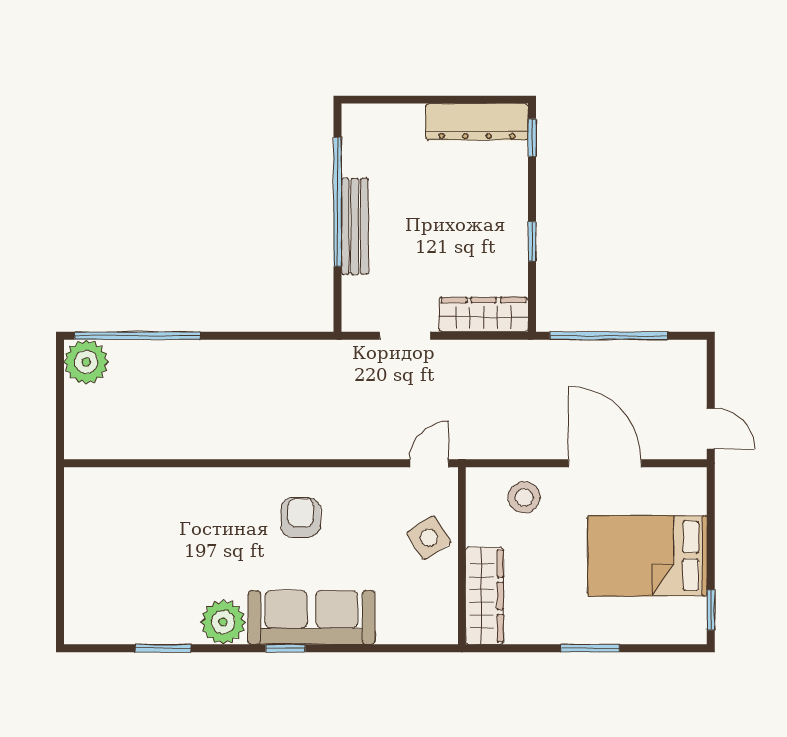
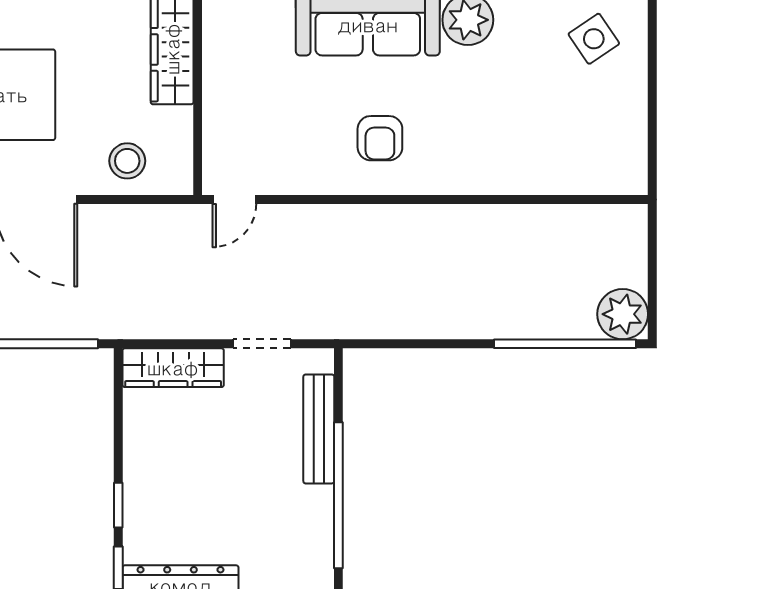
bench: (355, 226) -> (319, 429), moved
window: (532, 241) -> (118, 505), moved
side table: (429, 538) -> (594, 39), moved

